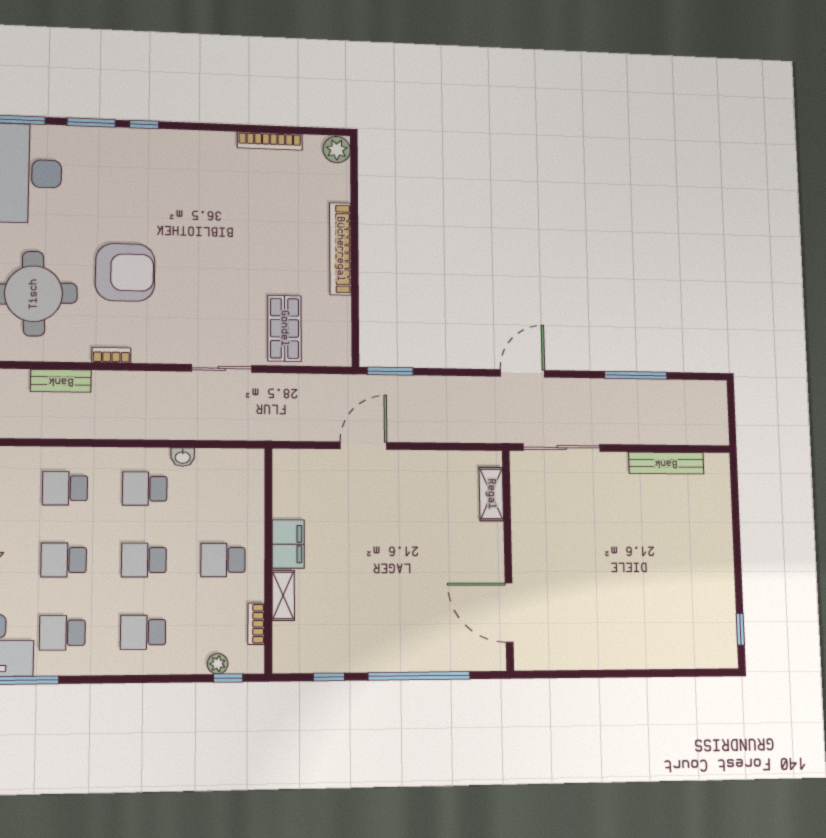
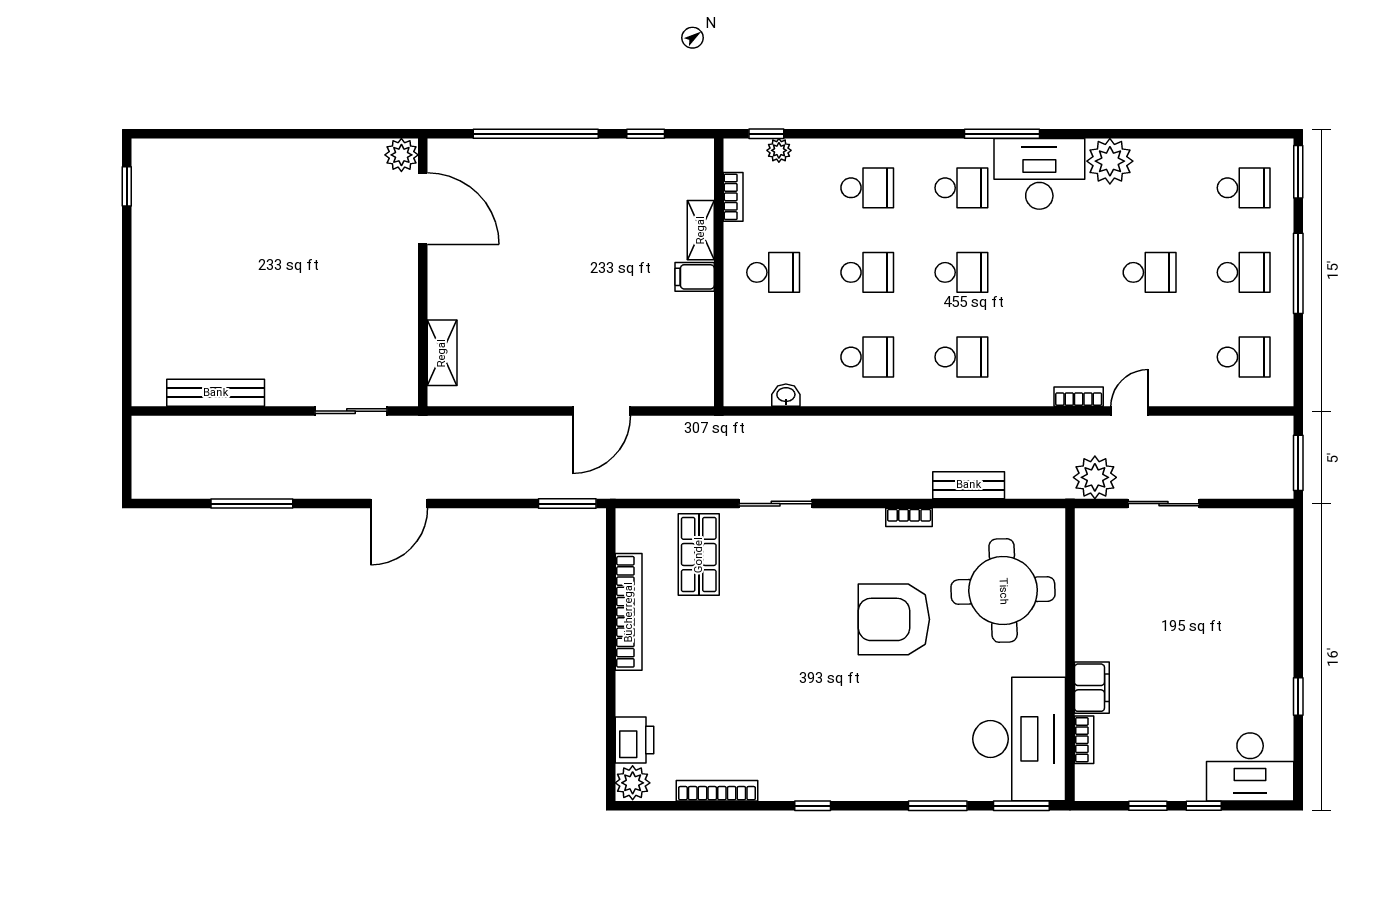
window: (144, 125) -> (813, 806), moved
printer: (335, 183) -> (634, 740), added
bookcase: (340, 249) -> (629, 612), moved
sliding door: (562, 448) -> (351, 411), width x0.73
washbasin: (183, 457) -> (786, 395), moved
filing cabinet: (288, 544) -> (695, 277), width x0.50
plant: (527, 657) -> (401, 155), added

